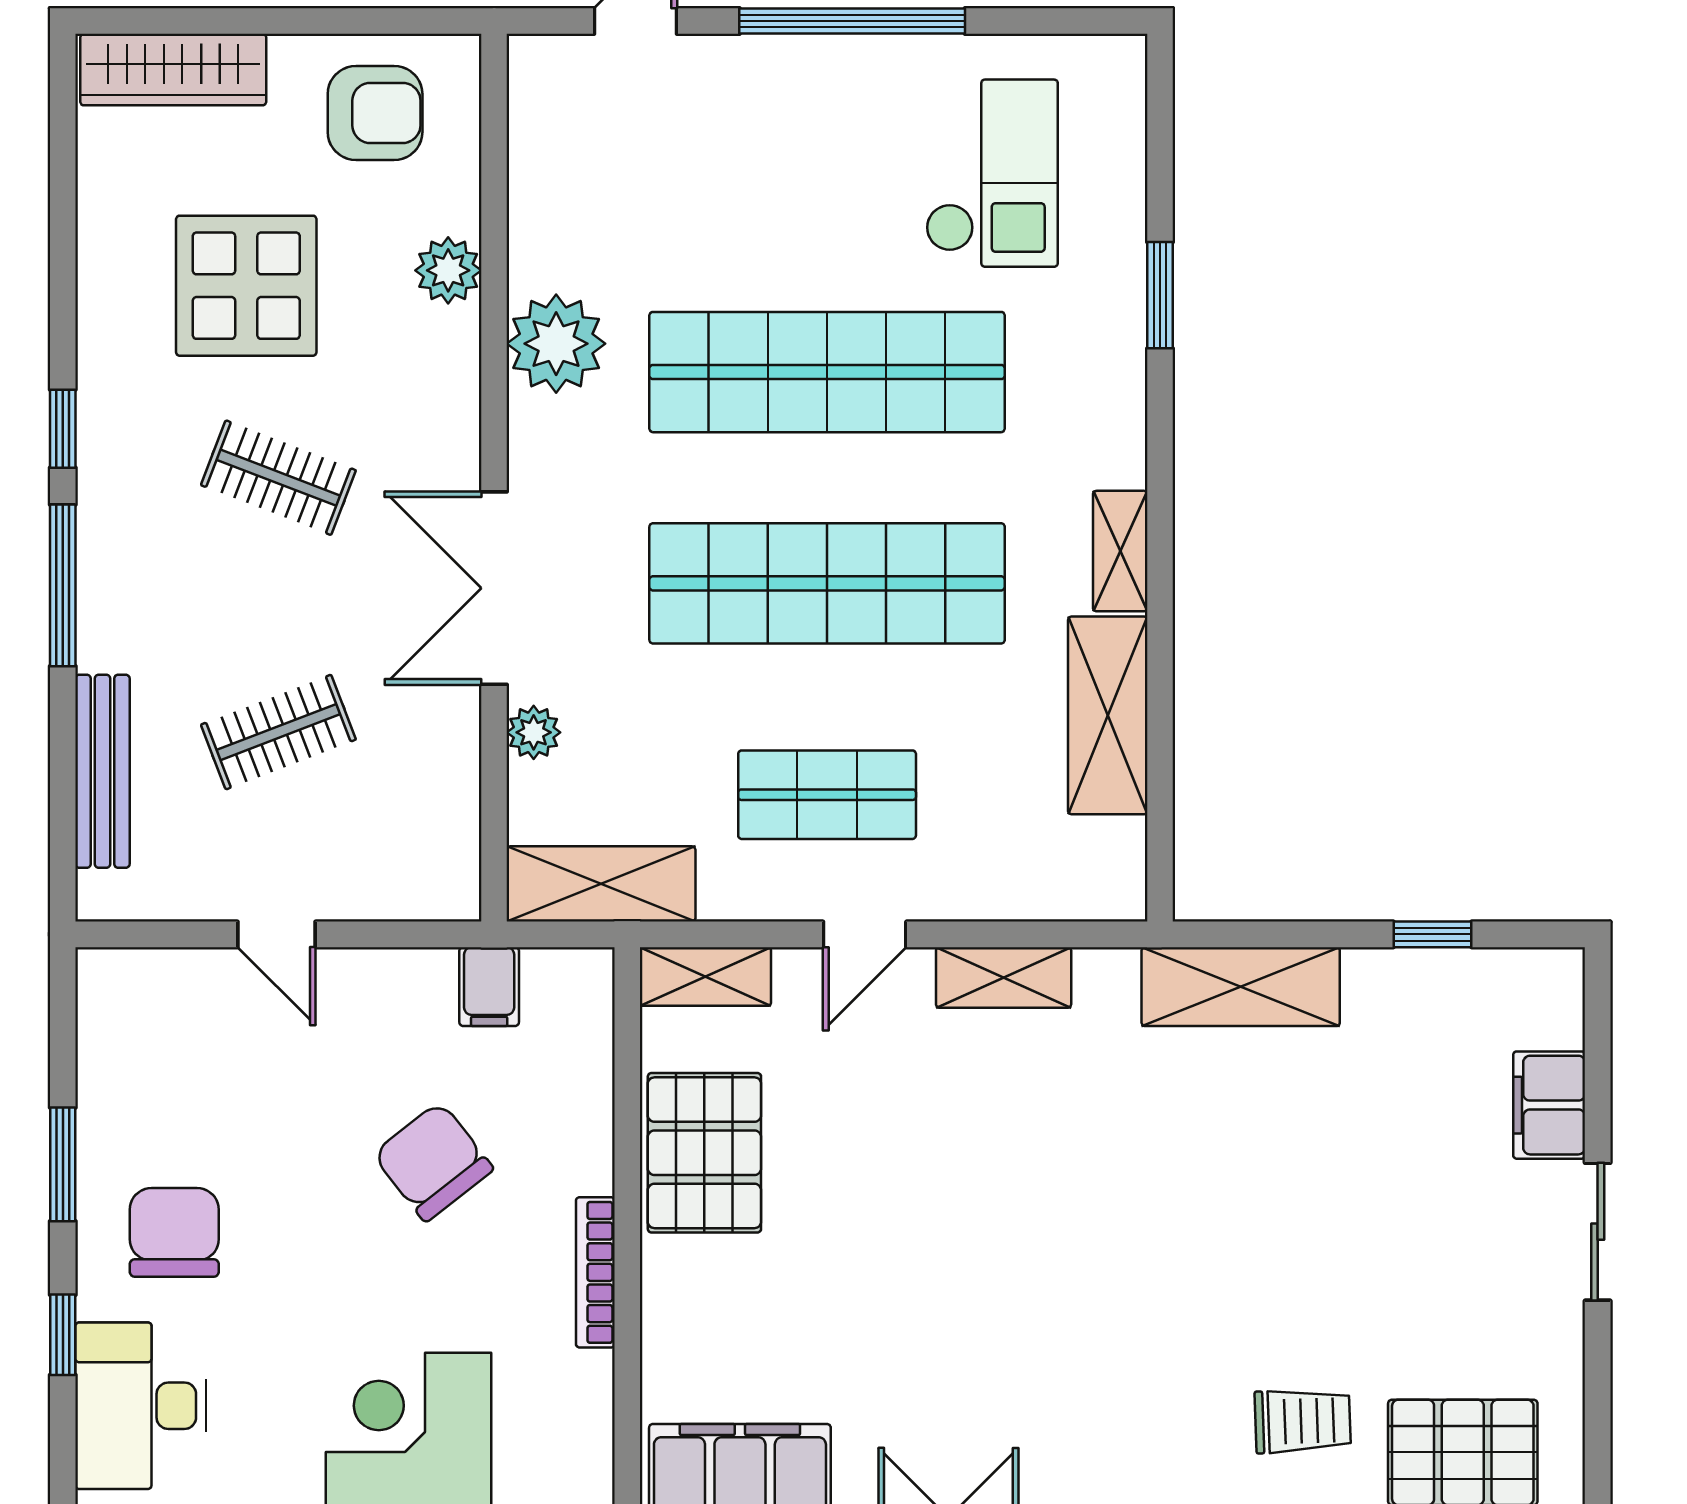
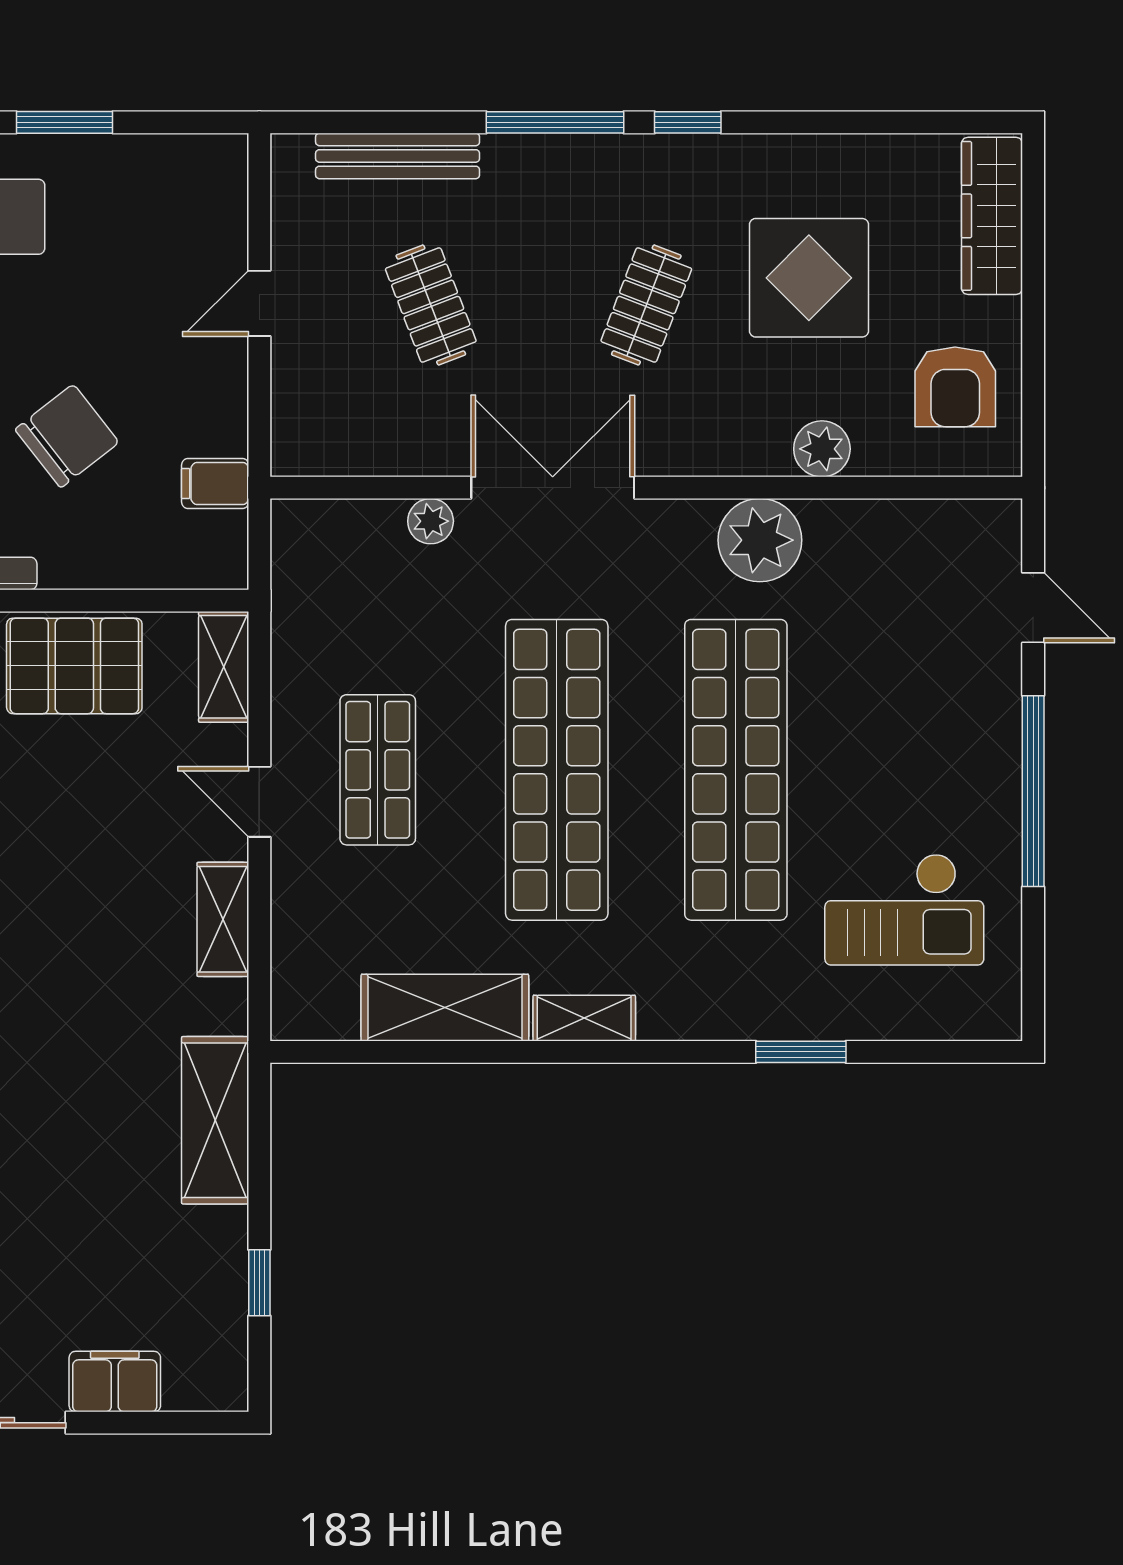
shelving: (601, 884) -> (302, 578), removed

